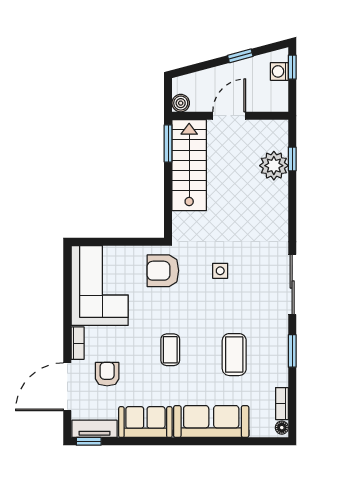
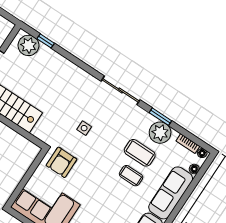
plant: (274, 166) -> (29, 45), moved
coffee table: (170, 350) -> (131, 176), moved
plant: (273, 363) -> (160, 133), added
floor lamp: (257, 431) -> (194, 169), added

